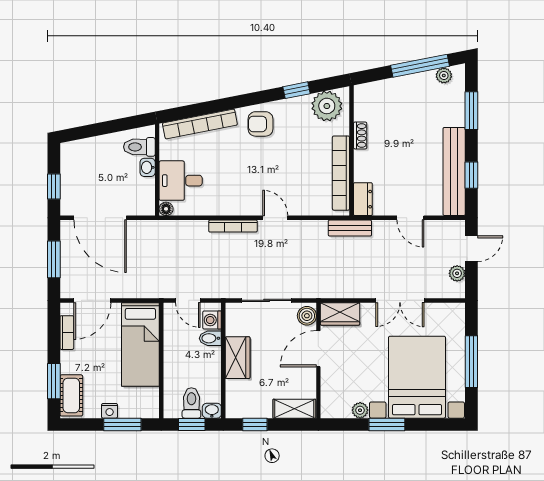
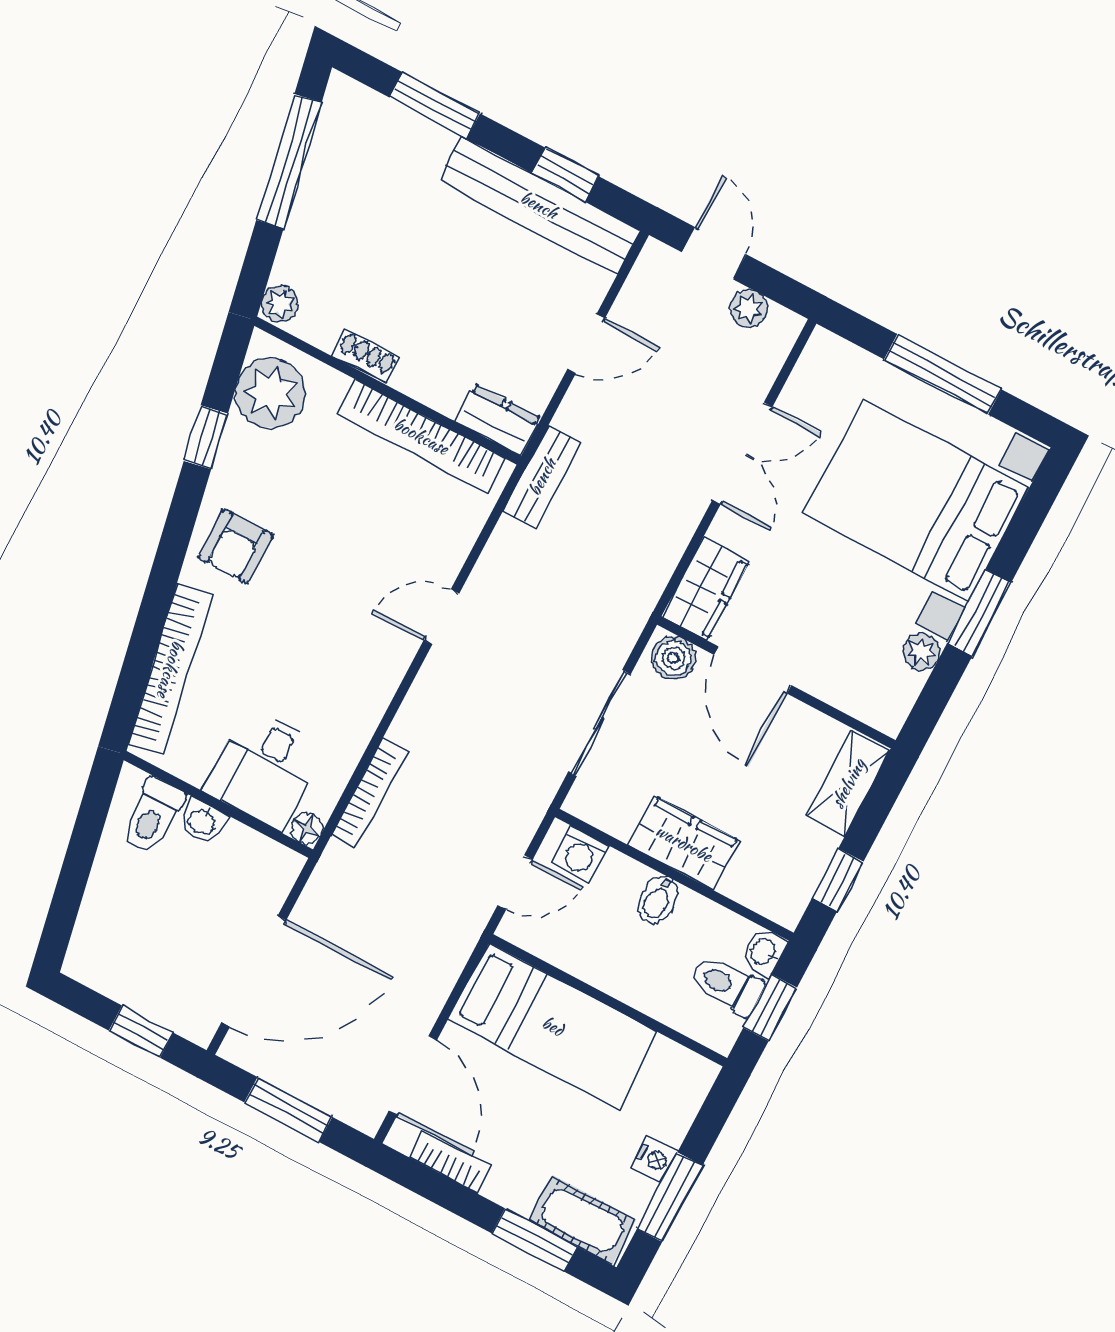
plant: (444, 75) -> (280, 304), moved
bookcase: (233, 226) -> (369, 793), moved
bidet: (210, 338) -> (658, 900), moved
window: (122, 424) -> (670, 1197), moved

